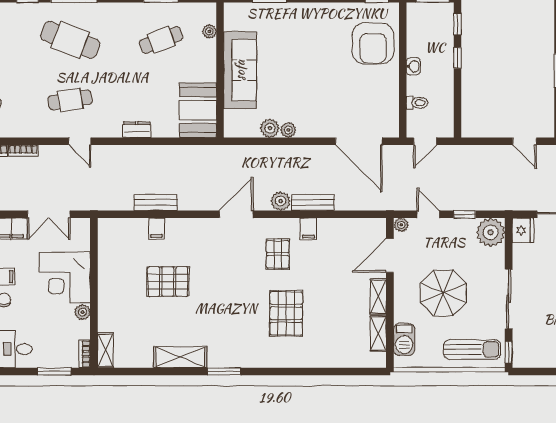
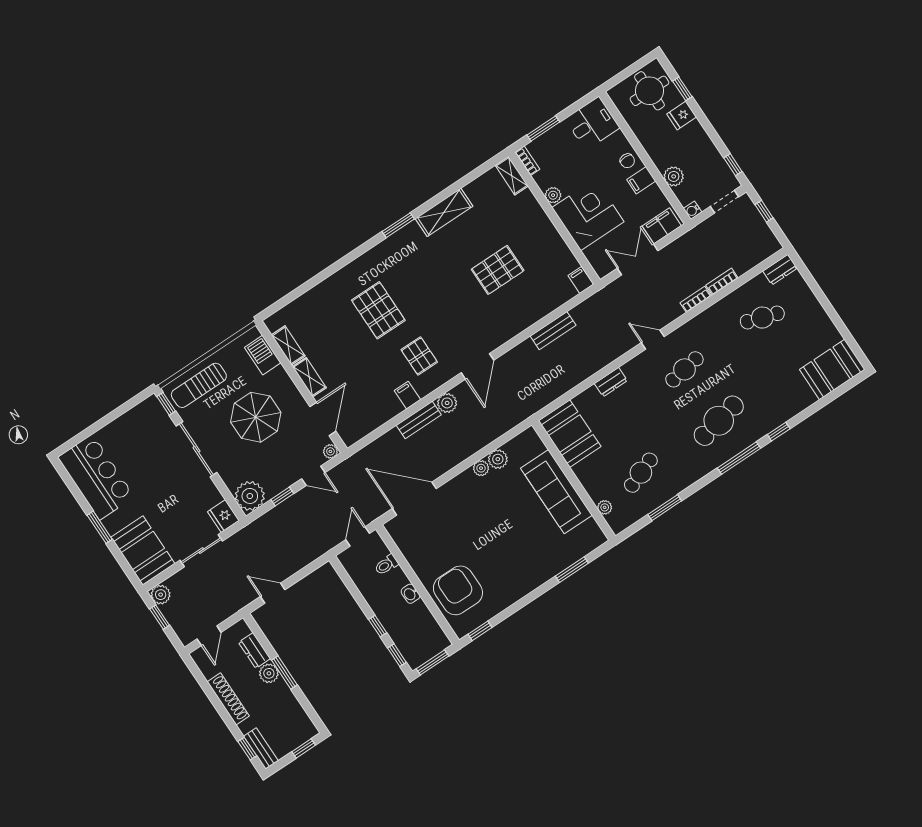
cafe table: (70, 40) -> (719, 421), turned -33
filing cabinet: (156, 229) -> (581, 280), moved

